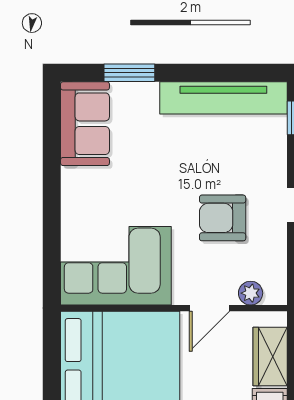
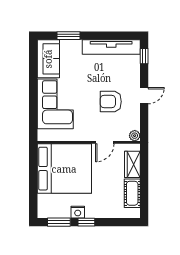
corner sofa: (116, 266) -> (55, 104), moved, turned 90
plant: (251, 293) -> (135, 136), moved

